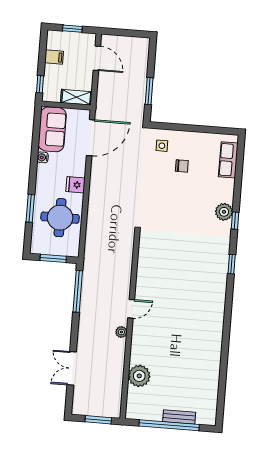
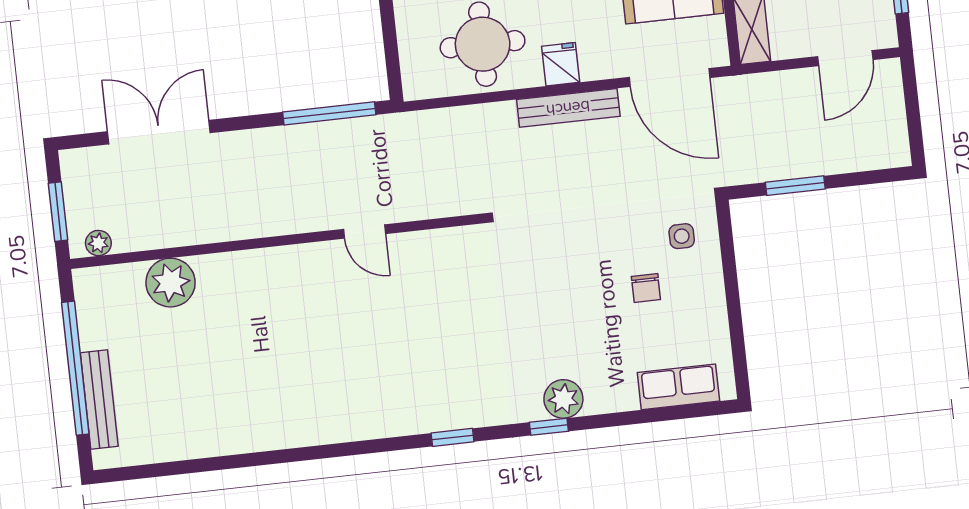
bench: (96, 185) -> (568, 108), added
window: (53, 258) -> (391, 46), removed
door: (131, 309) -> (365, 231), moved
plant: (121, 332) -> (98, 243), moved
double door: (72, 368) -> (159, 132), width x1.37
bench: (179, 417) -> (99, 400), width x1.36

